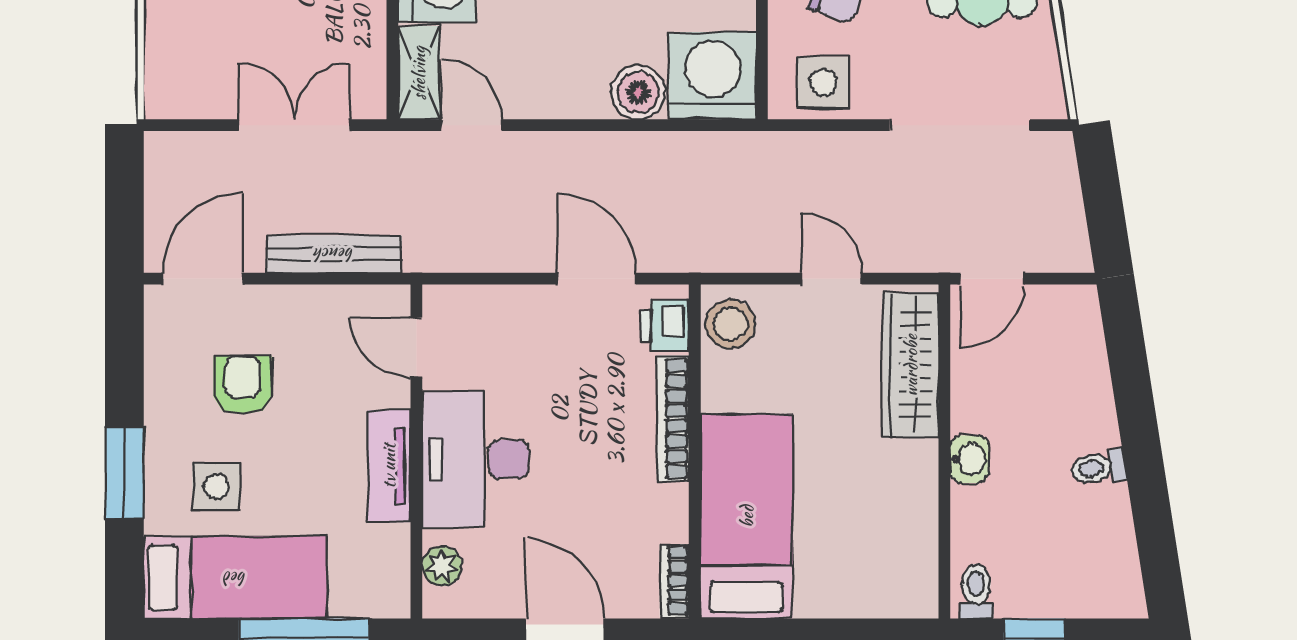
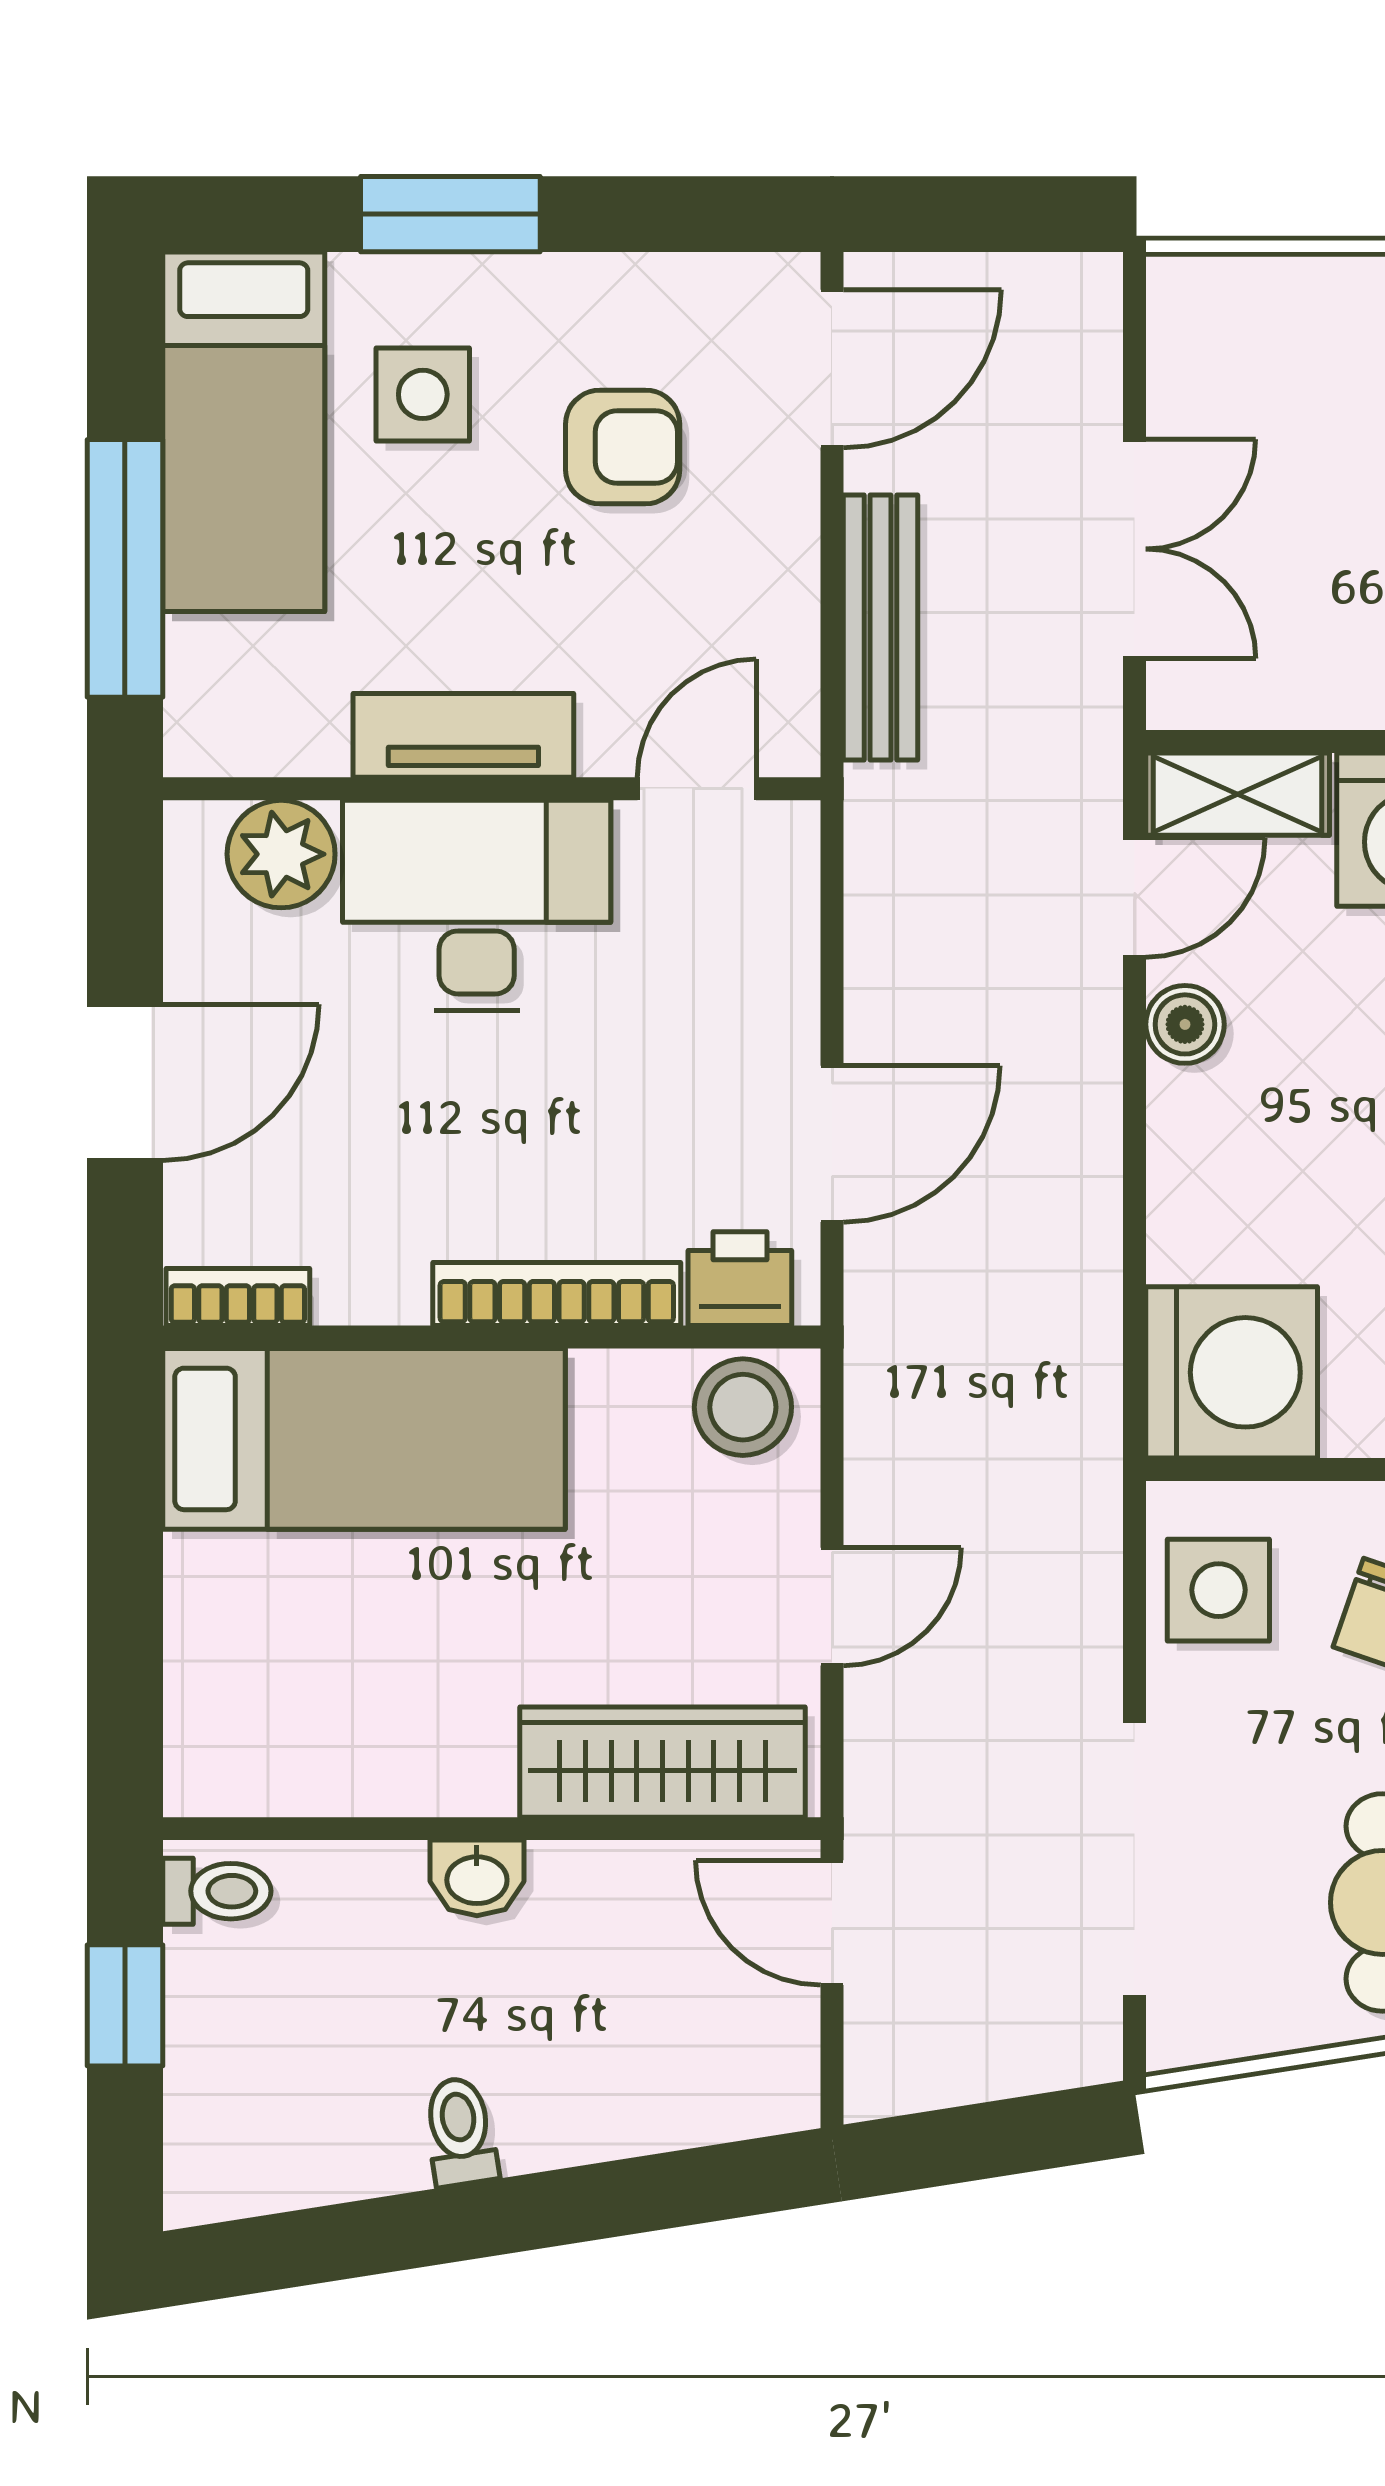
boiler: (638, 92) -> (1185, 1024), moved, width x0.73, depth x0.73
door: (203, 279) -> (832, 369), hinge flipped
plant: (442, 566) -> (281, 854), width x1.38, depth x1.38

